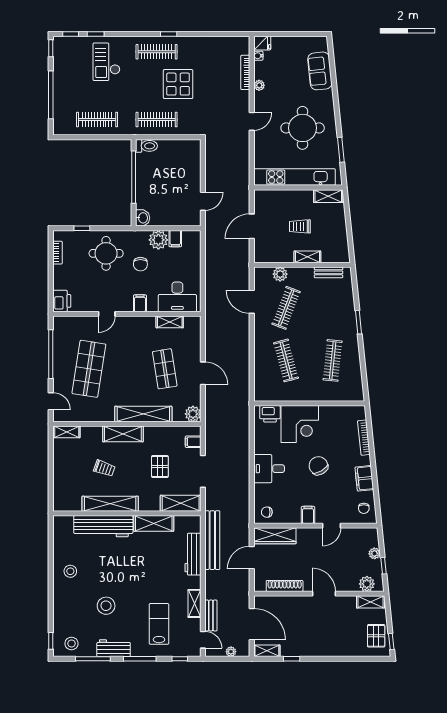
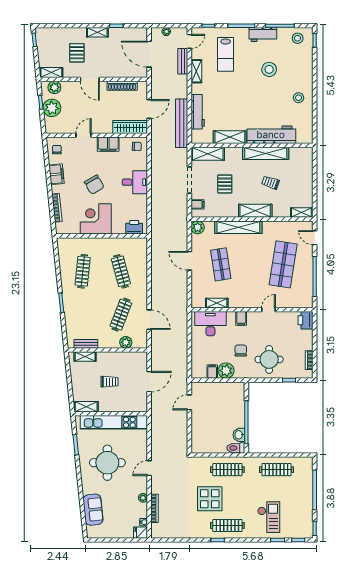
washbasin: (143, 218) -> (239, 435), moved
shelving: (307, 257) -> (85, 357), moved
corner desk: (300, 424) -> (96, 219), moved
filing cabinet: (308, 515) -> (108, 144), width x2.00
plant: (374, 553) -> (52, 108), width x1.87, depth x1.87
pallet: (376, 636) -> (77, 53), moved
door: (203, 640) -> (189, 41), swing flipped
shelving: (267, 651) -> (97, 32), moved

